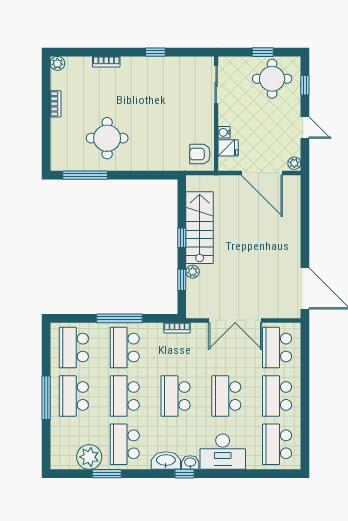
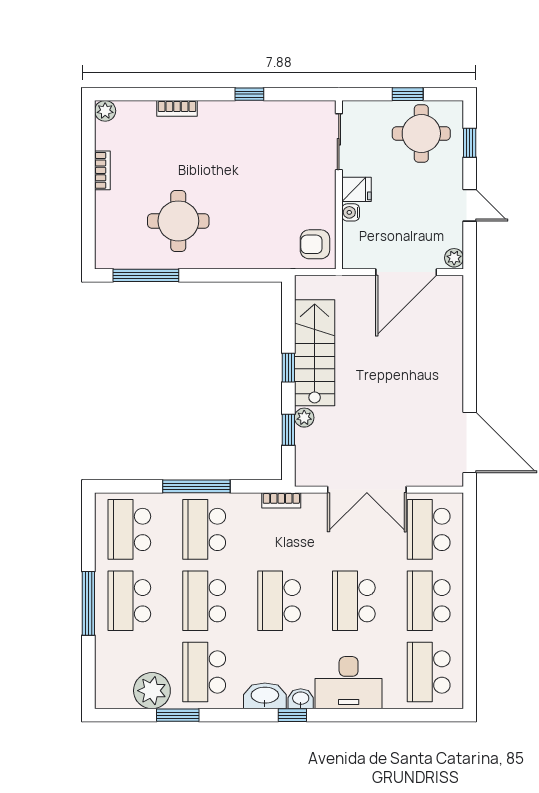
fridge: (228, 148) -> (357, 189), moved
door: (262, 173) -> (406, 272), hinge flipped

